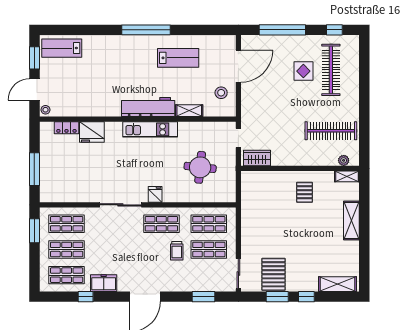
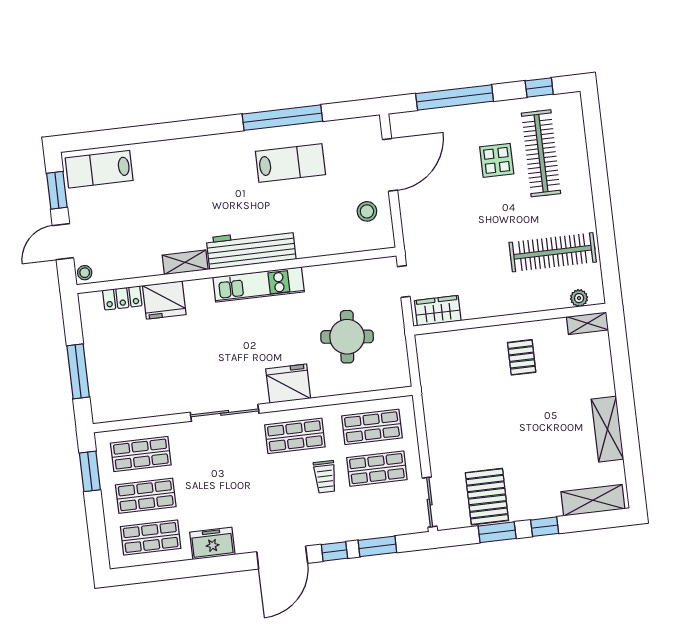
window: (146, 30) -> (282, 118), moved
shelving: (189, 111) -> (185, 262), moved
fridge: (155, 194) -> (288, 384), width x1.88, depth x1.34
shelving: (351, 220) -> (607, 429), moved
window: (86, 297) -> (334, 551), moved

